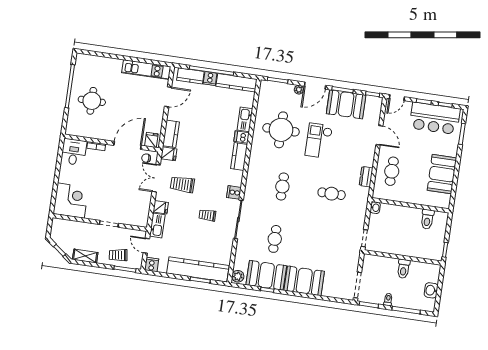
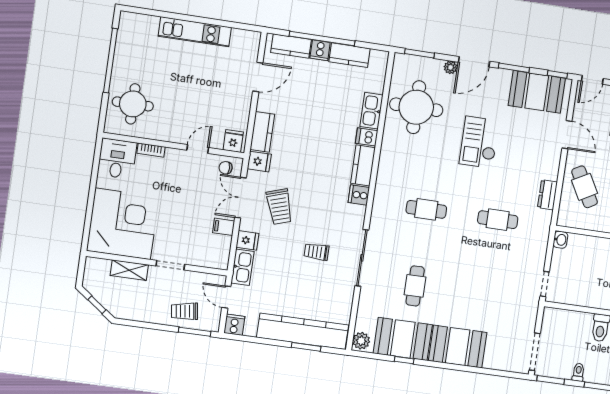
kitchen unit: (146, 70) -> (195, 32), moved
kitchen counter: (237, 83) -> (349, 55), width x0.67
round table: (92, 101) -> (133, 104), moved
booth: (346, 104) -> (537, 92), moved
round table: (281, 130) -> (416, 107), moved
door: (128, 145) -> (198, 149), width x0.53
cafe table: (392, 171) -> (585, 187), turned -30
trolley: (182, 184) -> (279, 207), turned -108
cafe table: (282, 187) -> (426, 209), turned 90
cooker: (234, 192) -> (359, 195), moved
filing cabinet: (145, 198) -> (224, 227), added
corner desk: (71, 201) -> (123, 224), width x1.36, depth x1.36
shelving: (85, 256) -> (129, 270), moved

